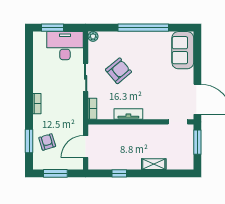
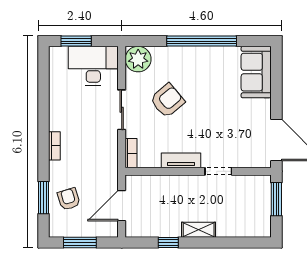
plant: (93, 36) -> (138, 59), width x1.87, depth x1.87
doorway: (178, 122) -> (218, 171), moved
shelving: (154, 164) -> (199, 230), moved

